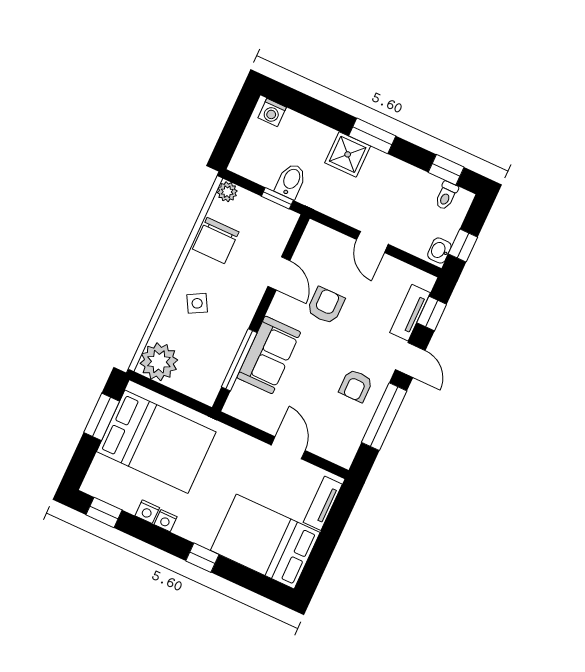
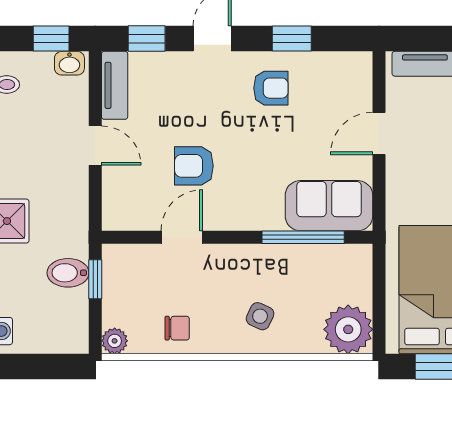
chair: (216, 241) -> (177, 328), width x0.54, depth x0.54
door: (372, 242) -> (95, 146), hinge flipped
side table: (197, 303) -> (260, 316), turned -36
tv unit: (410, 313) -> (115, 85), moved, turned -90
sofa: (269, 355) -> (329, 206), moved
window: (384, 417) -> (292, 39), width x0.46

